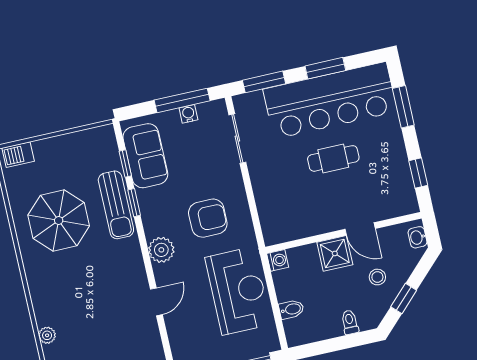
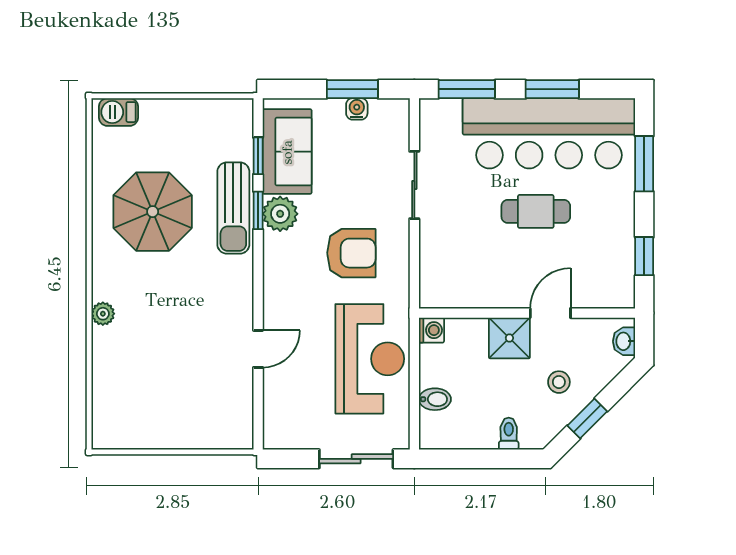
window: (182, 100) -> (352, 89), width x0.69
sliding door: (237, 139) -> (414, 185), moved
door: (360, 229) -> (550, 313), swing flipped
plant: (161, 250) -> (280, 214), moved
plant: (47, 335) -> (103, 314), moved

